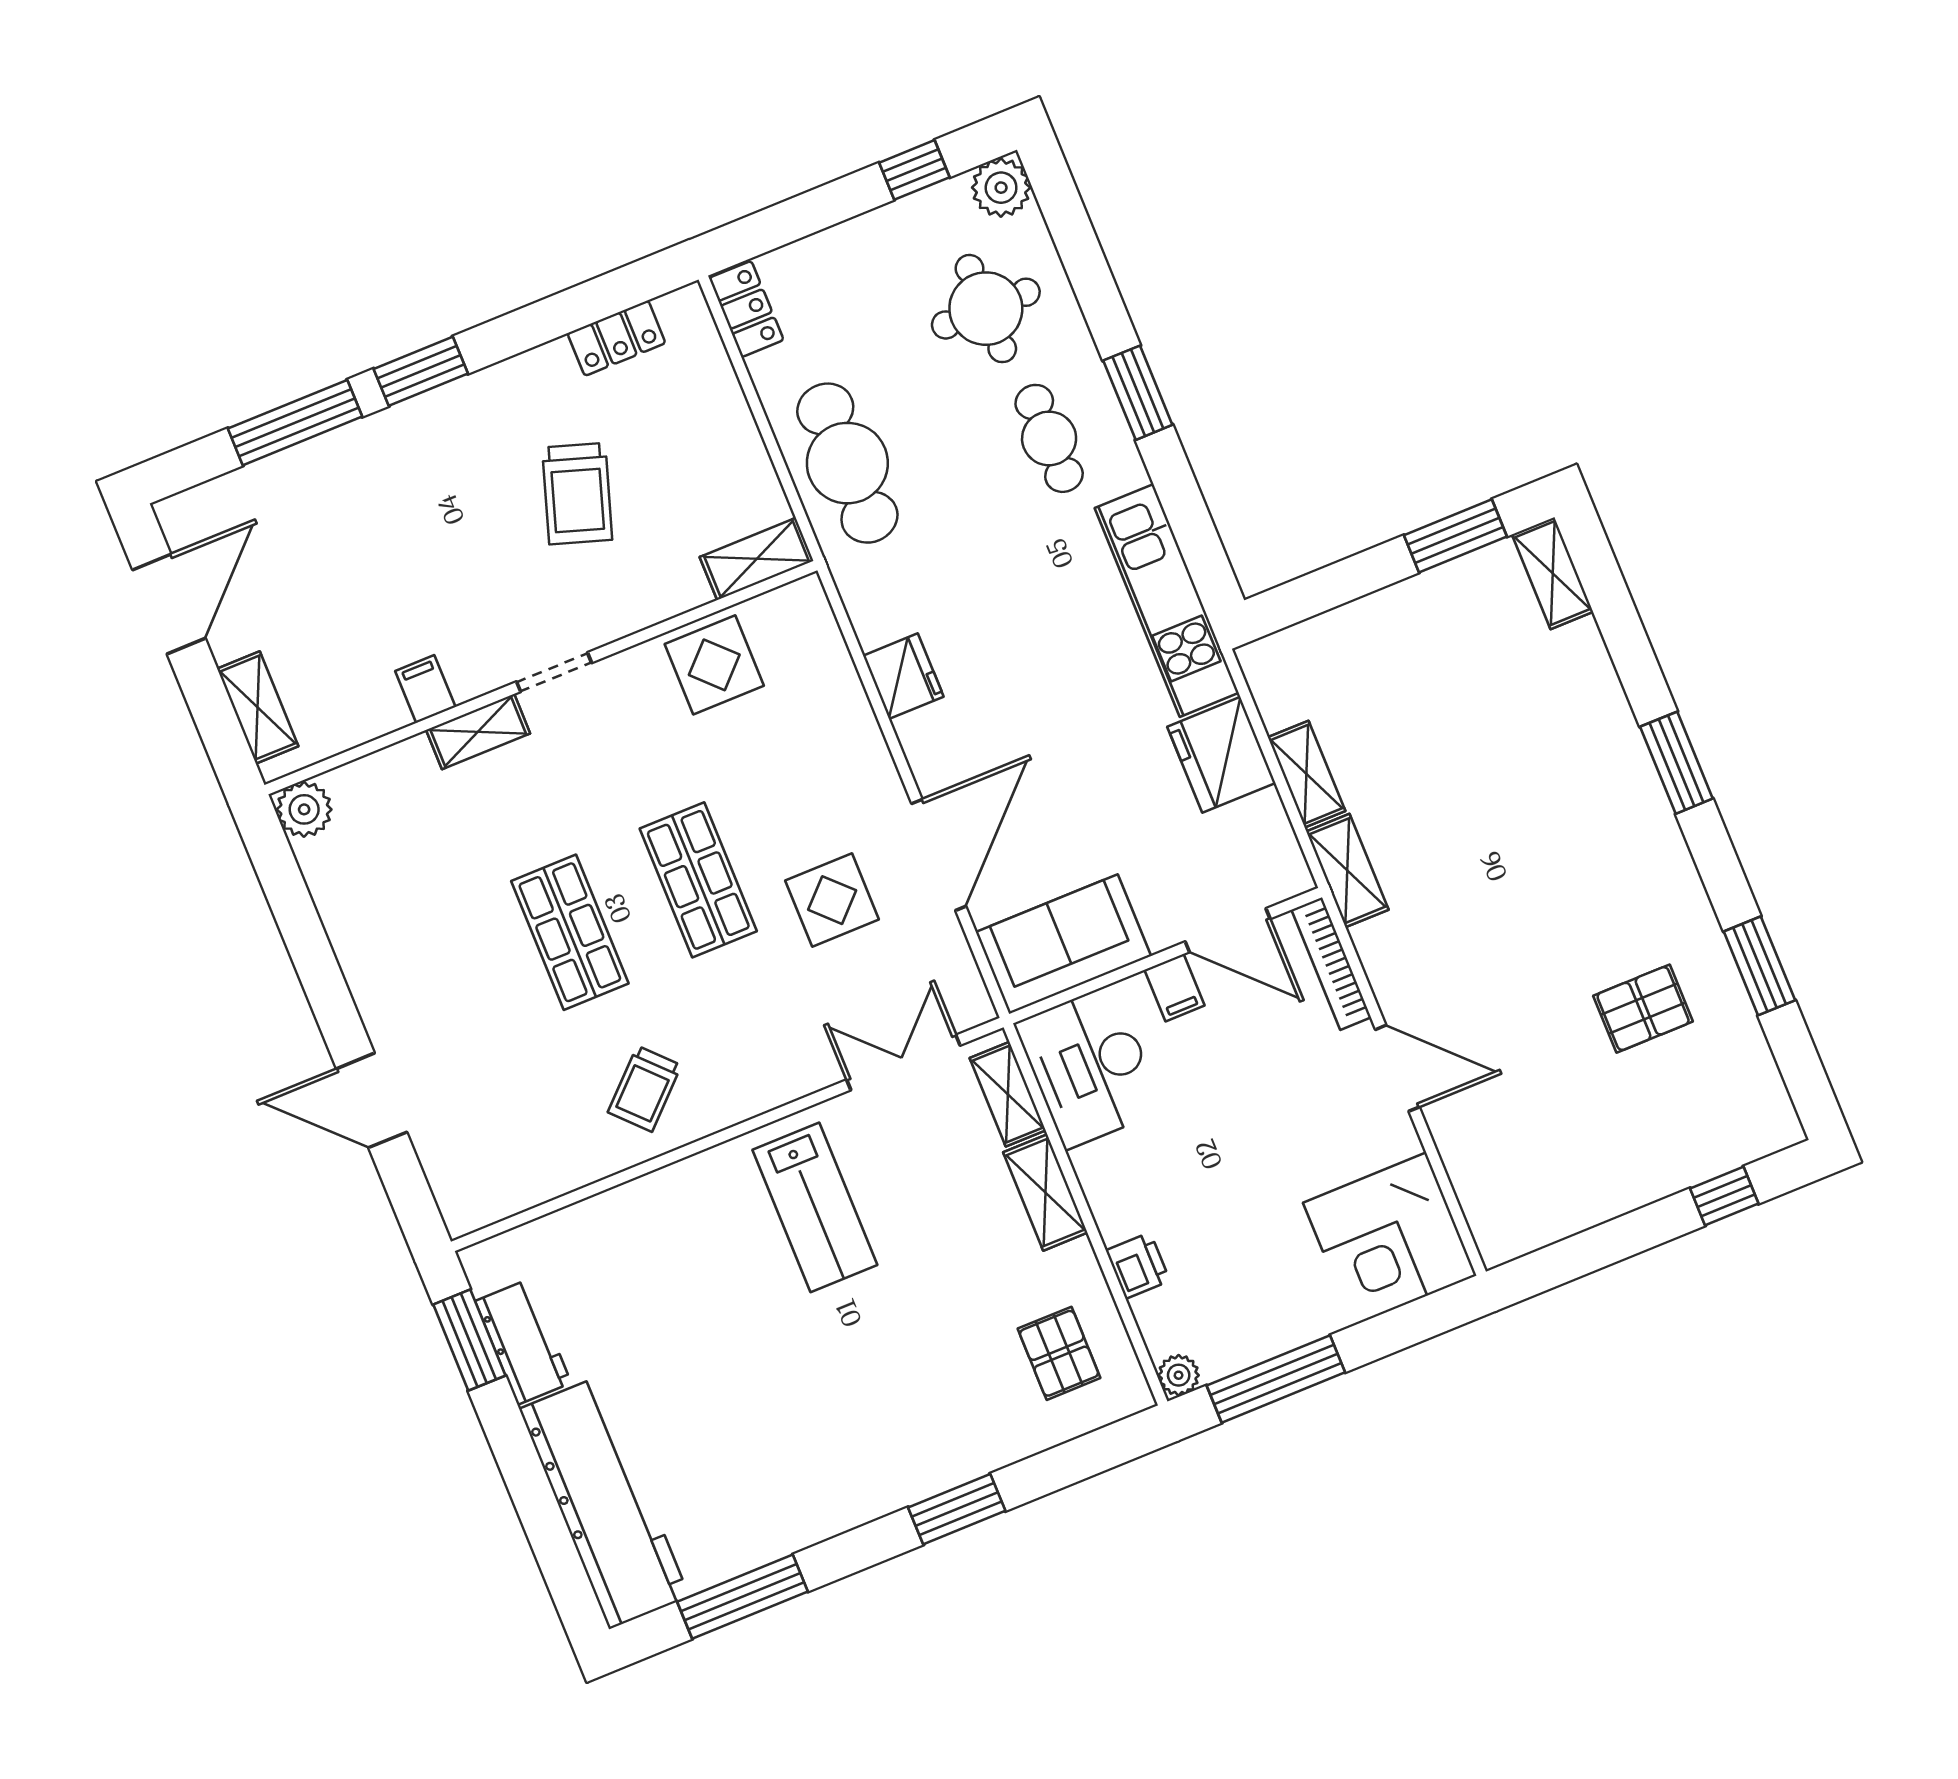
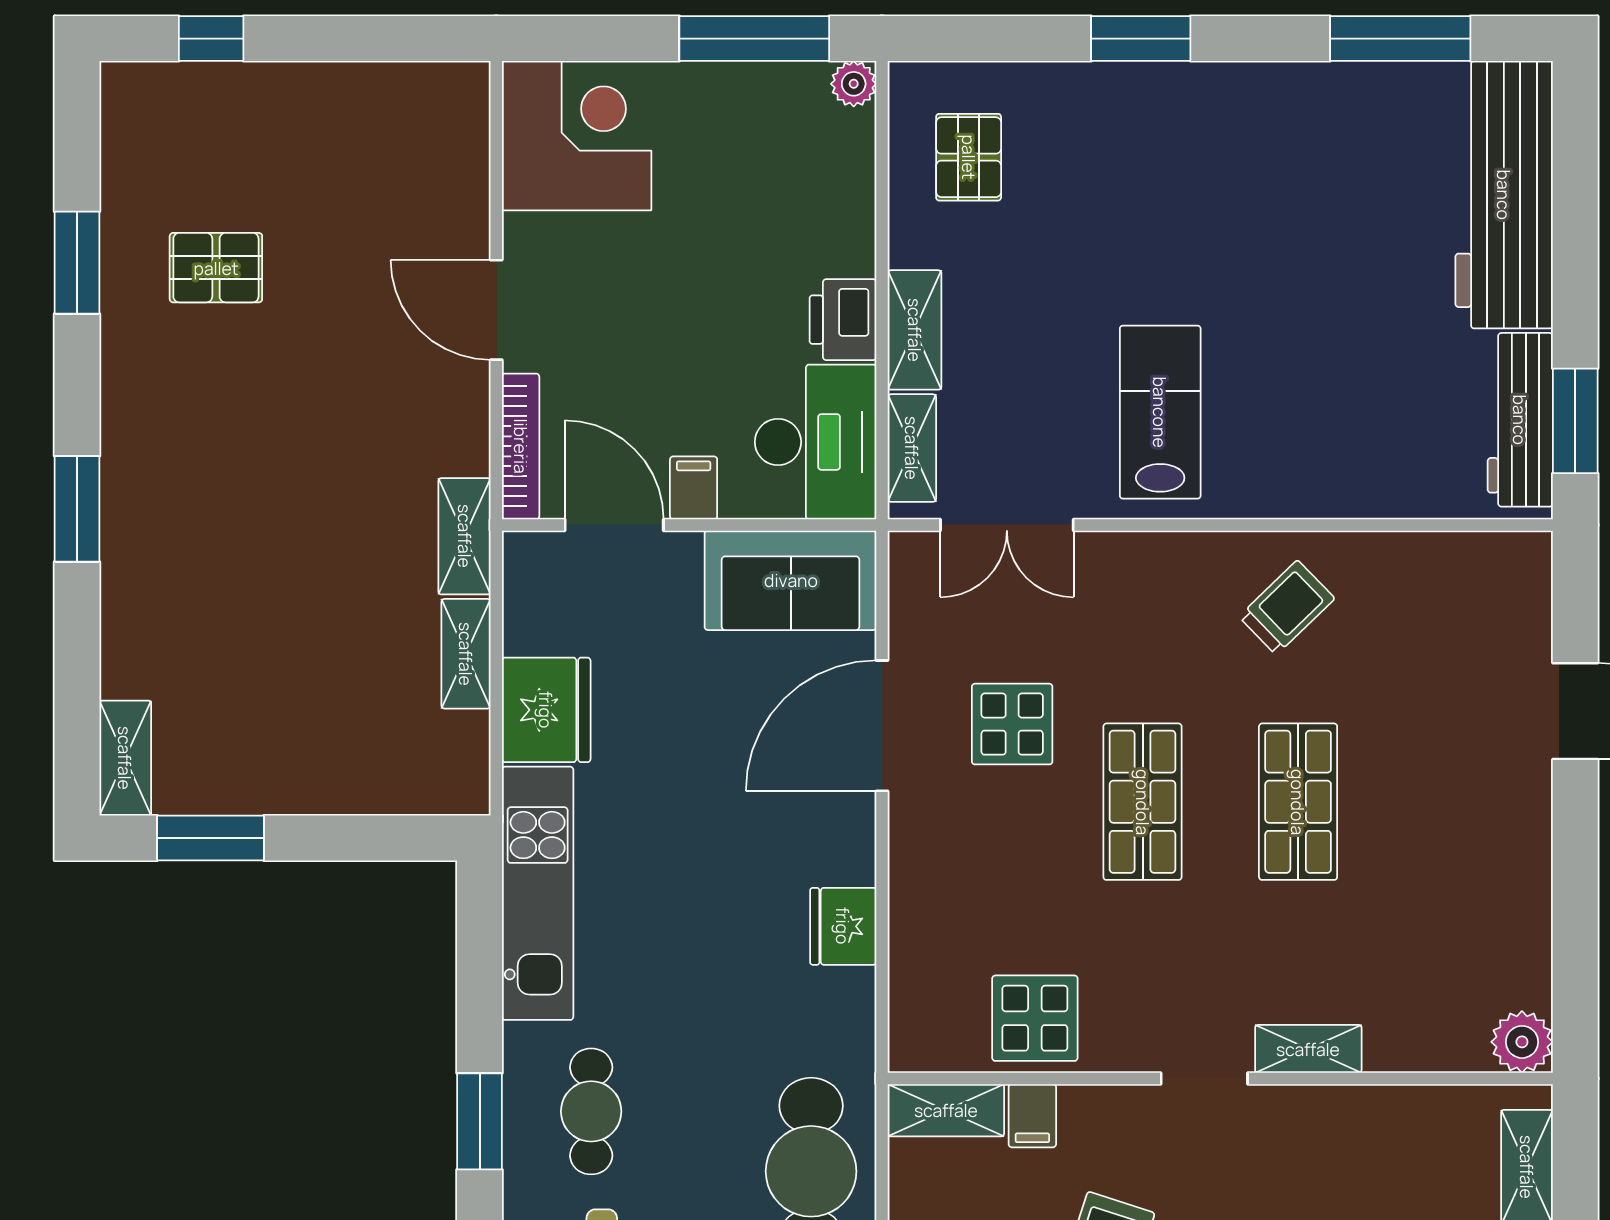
filing cabinet: (425, 689) -> (1032, 1116), moved
printer: (1138, 1266) -> (843, 320), moved, width x1.36, depth x1.24
workbench: (523, 1342) -> (1520, 420), width x1.38

